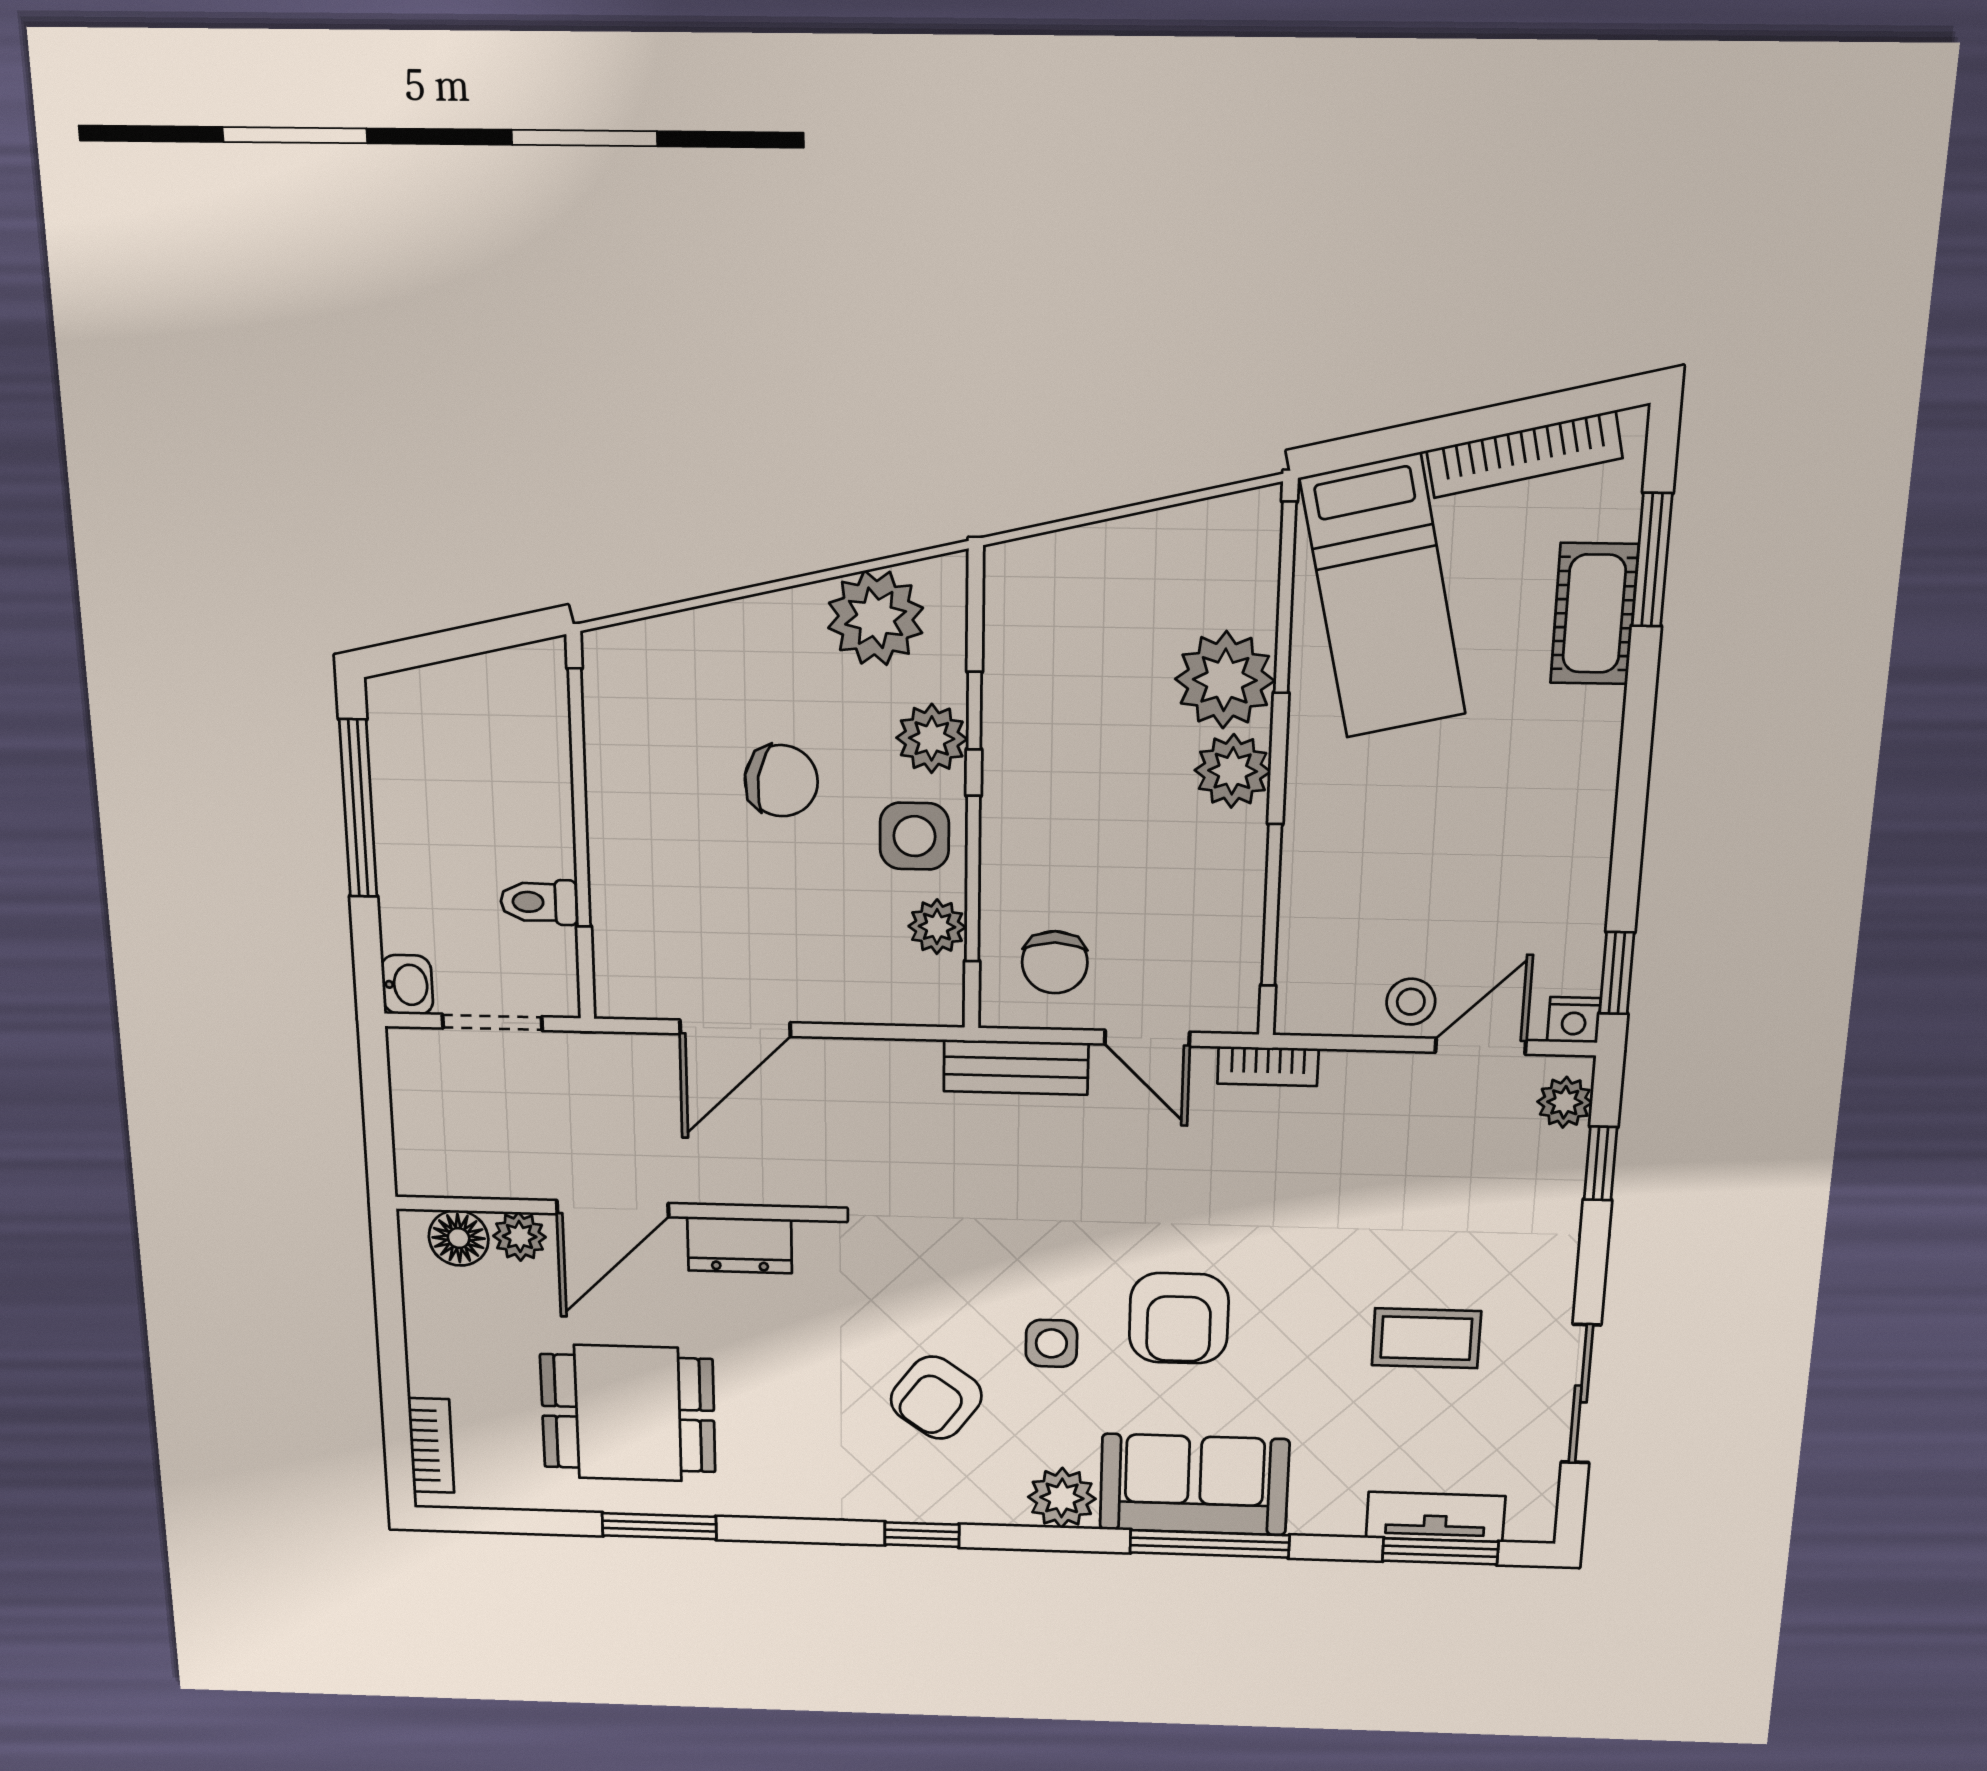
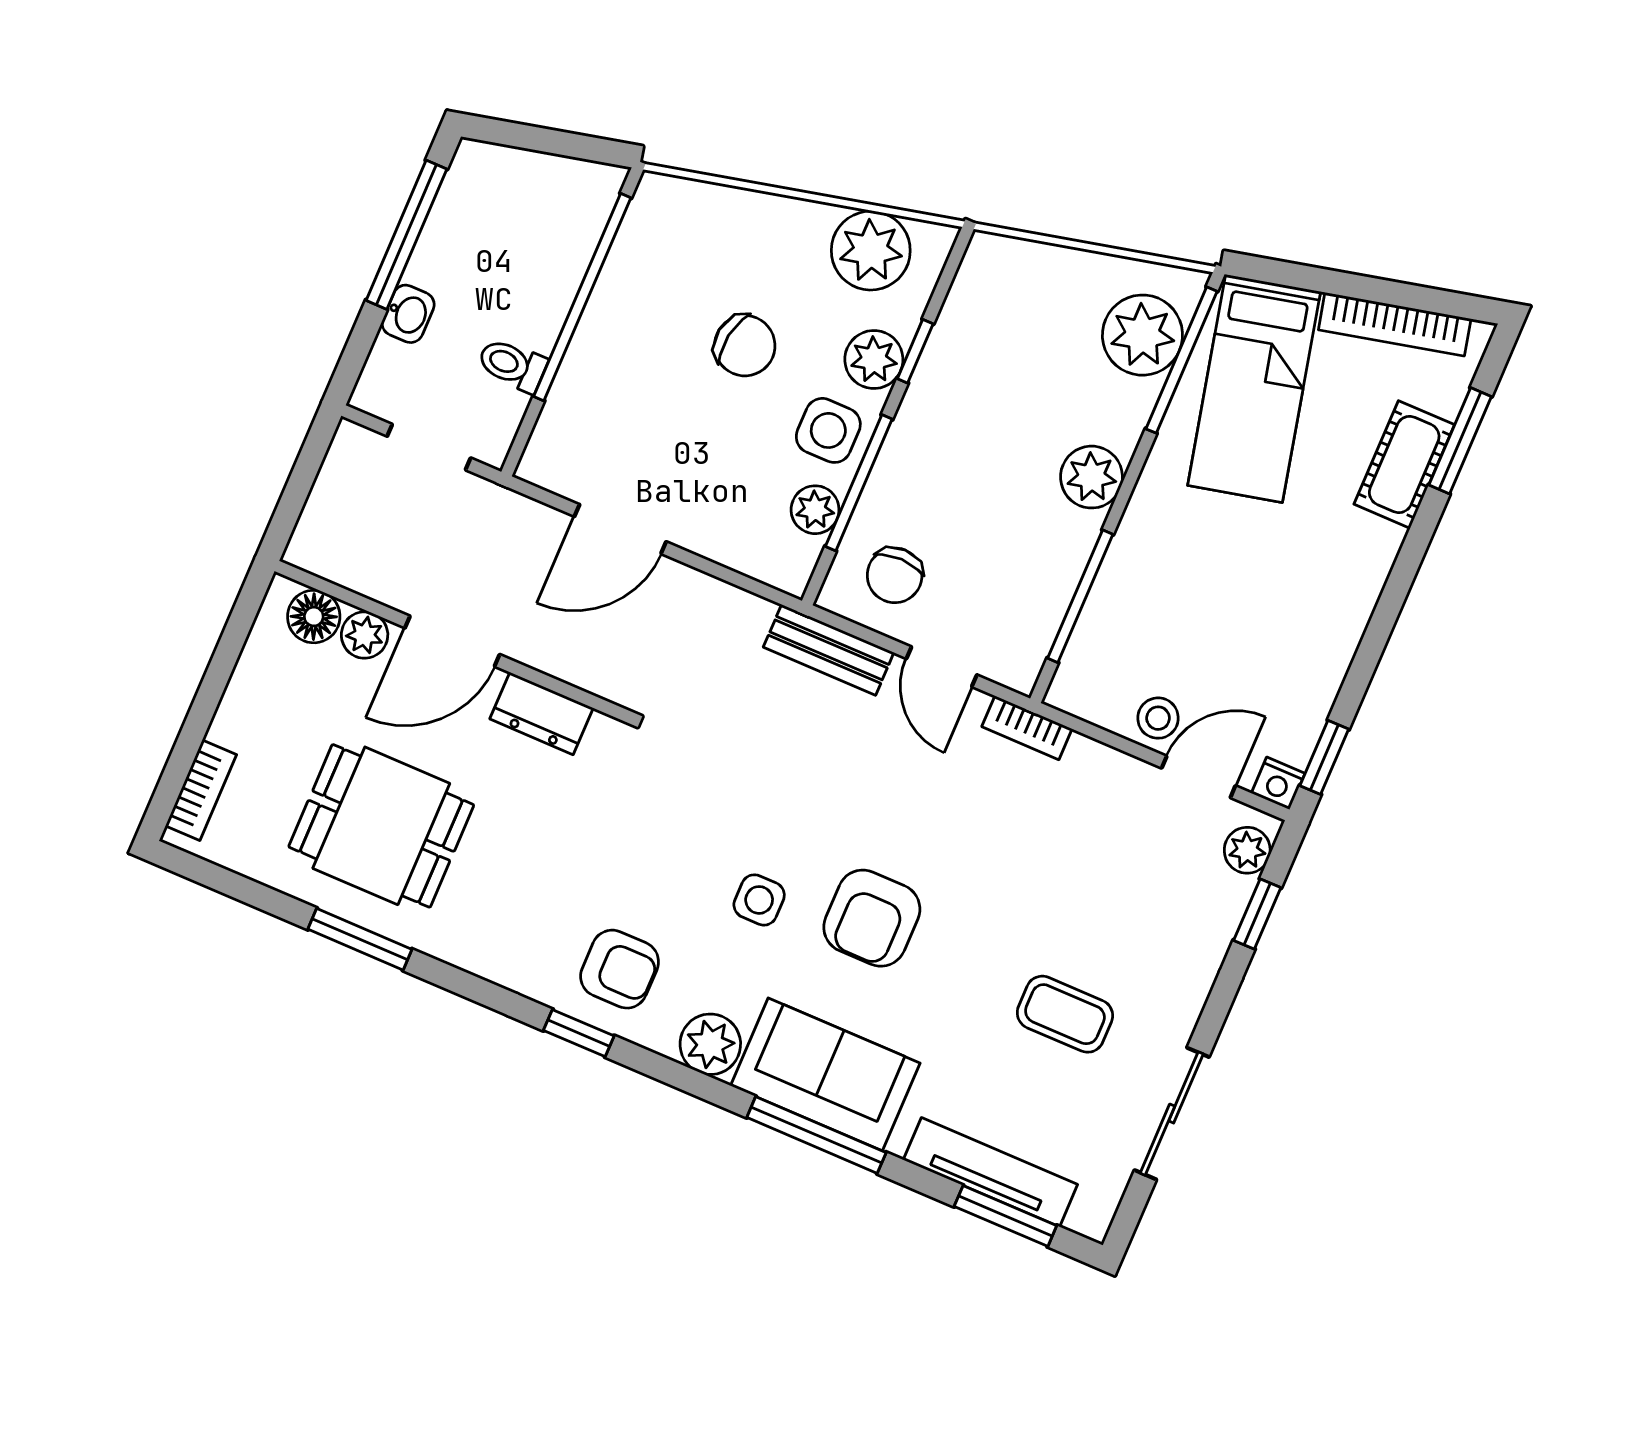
plant: (1225, 680) -> (1142, 335), moved
washbasin: (407, 985) -> (408, 314), moved
armchair: (936, 1398) -> (620, 969), moved, turned -126
tv unit: (1435, 1517) -> (990, 1172), width x1.41

